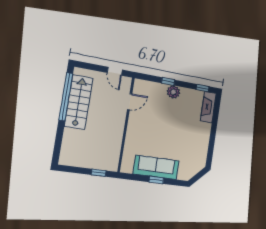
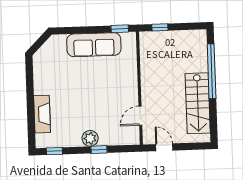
window: (66, 97) -> (212, 71), moved
fireplace: (208, 107) -> (42, 114), moved
window: (156, 180) -> (120, 29), moved

